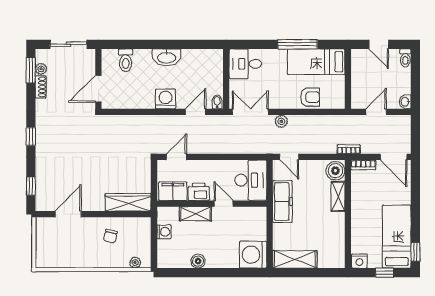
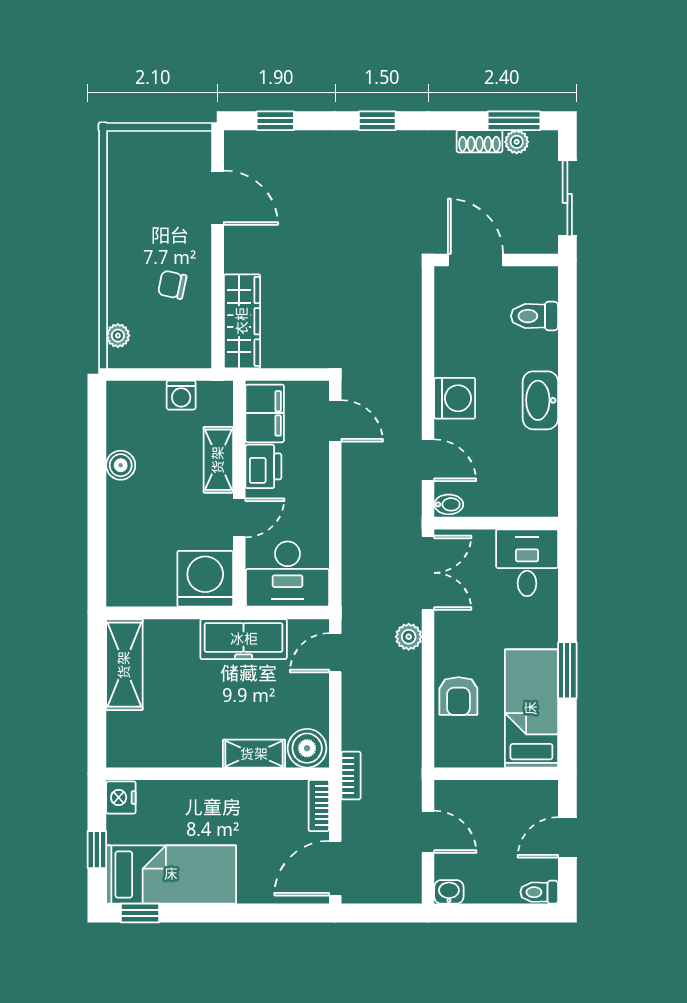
window: (298, 44) -> (567, 670), width x0.69
washing machine: (253, 255) -> (205, 579), moved

